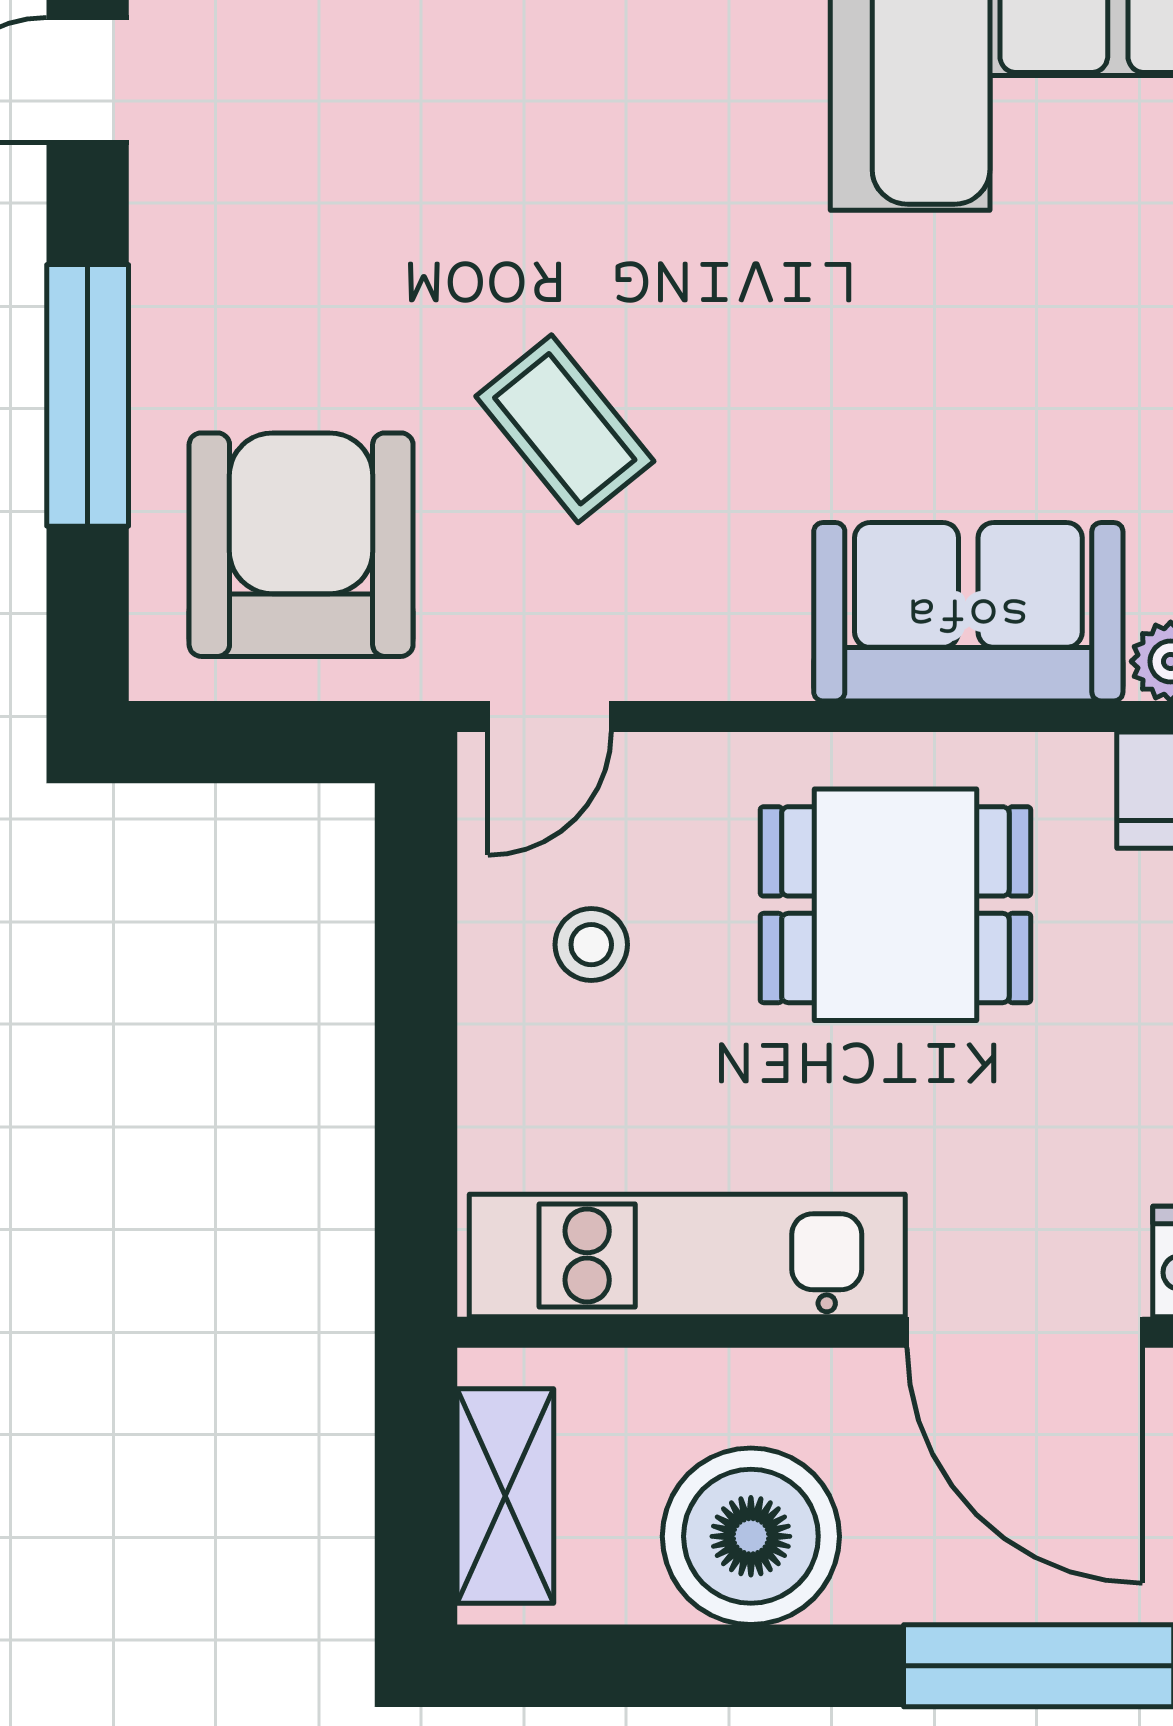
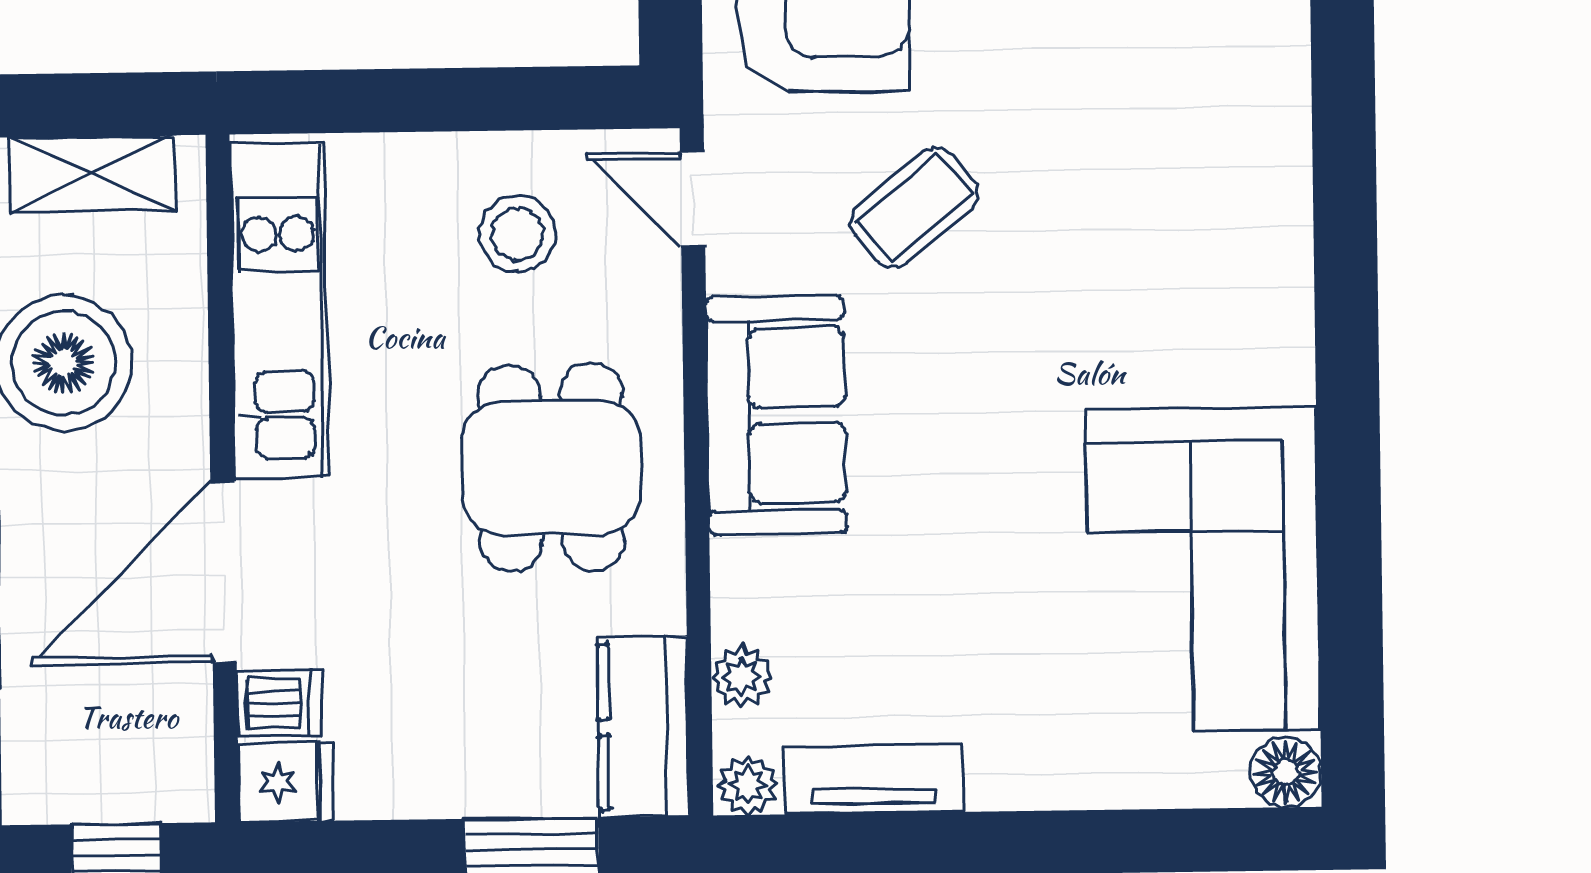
sofa: (968, 612) -> (776, 415), moved
stool: (591, 945) -> (517, 234), width x1.37, depth x1.37

